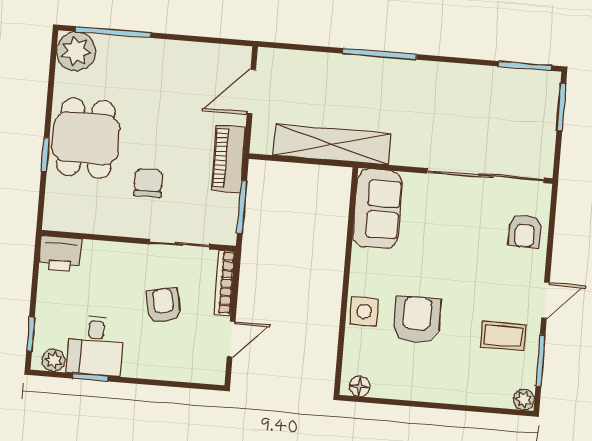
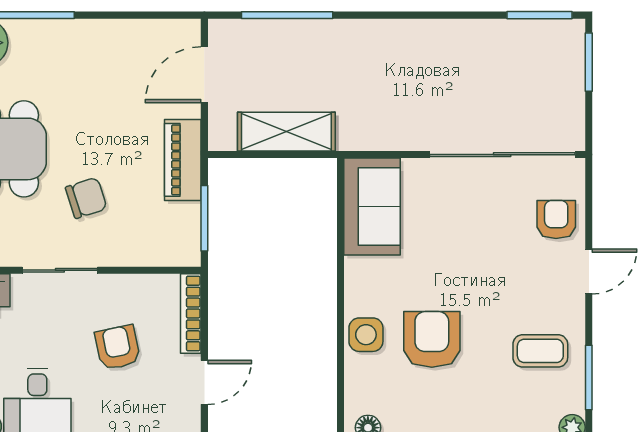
window: (380, 54) -> (287, 15), moved
shelving: (332, 144) -> (286, 132), width x0.68
chair: (148, 183) -> (86, 198), turned 72
armchair: (525, 231) -> (556, 220), turned 180
sliding door: (179, 244) -> (60, 270), moved
door: (545, 300) -> (589, 272), moved

